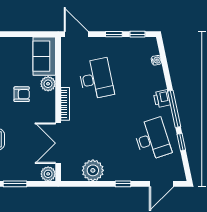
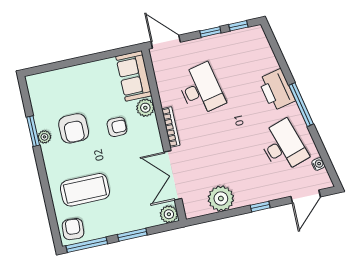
water cooler: (156, 60) -> (318, 164), moved
printer: (162, 99) -> (277, 90), width x1.87, depth x1.48
window: (181, 142) -> (318, 142), removed

